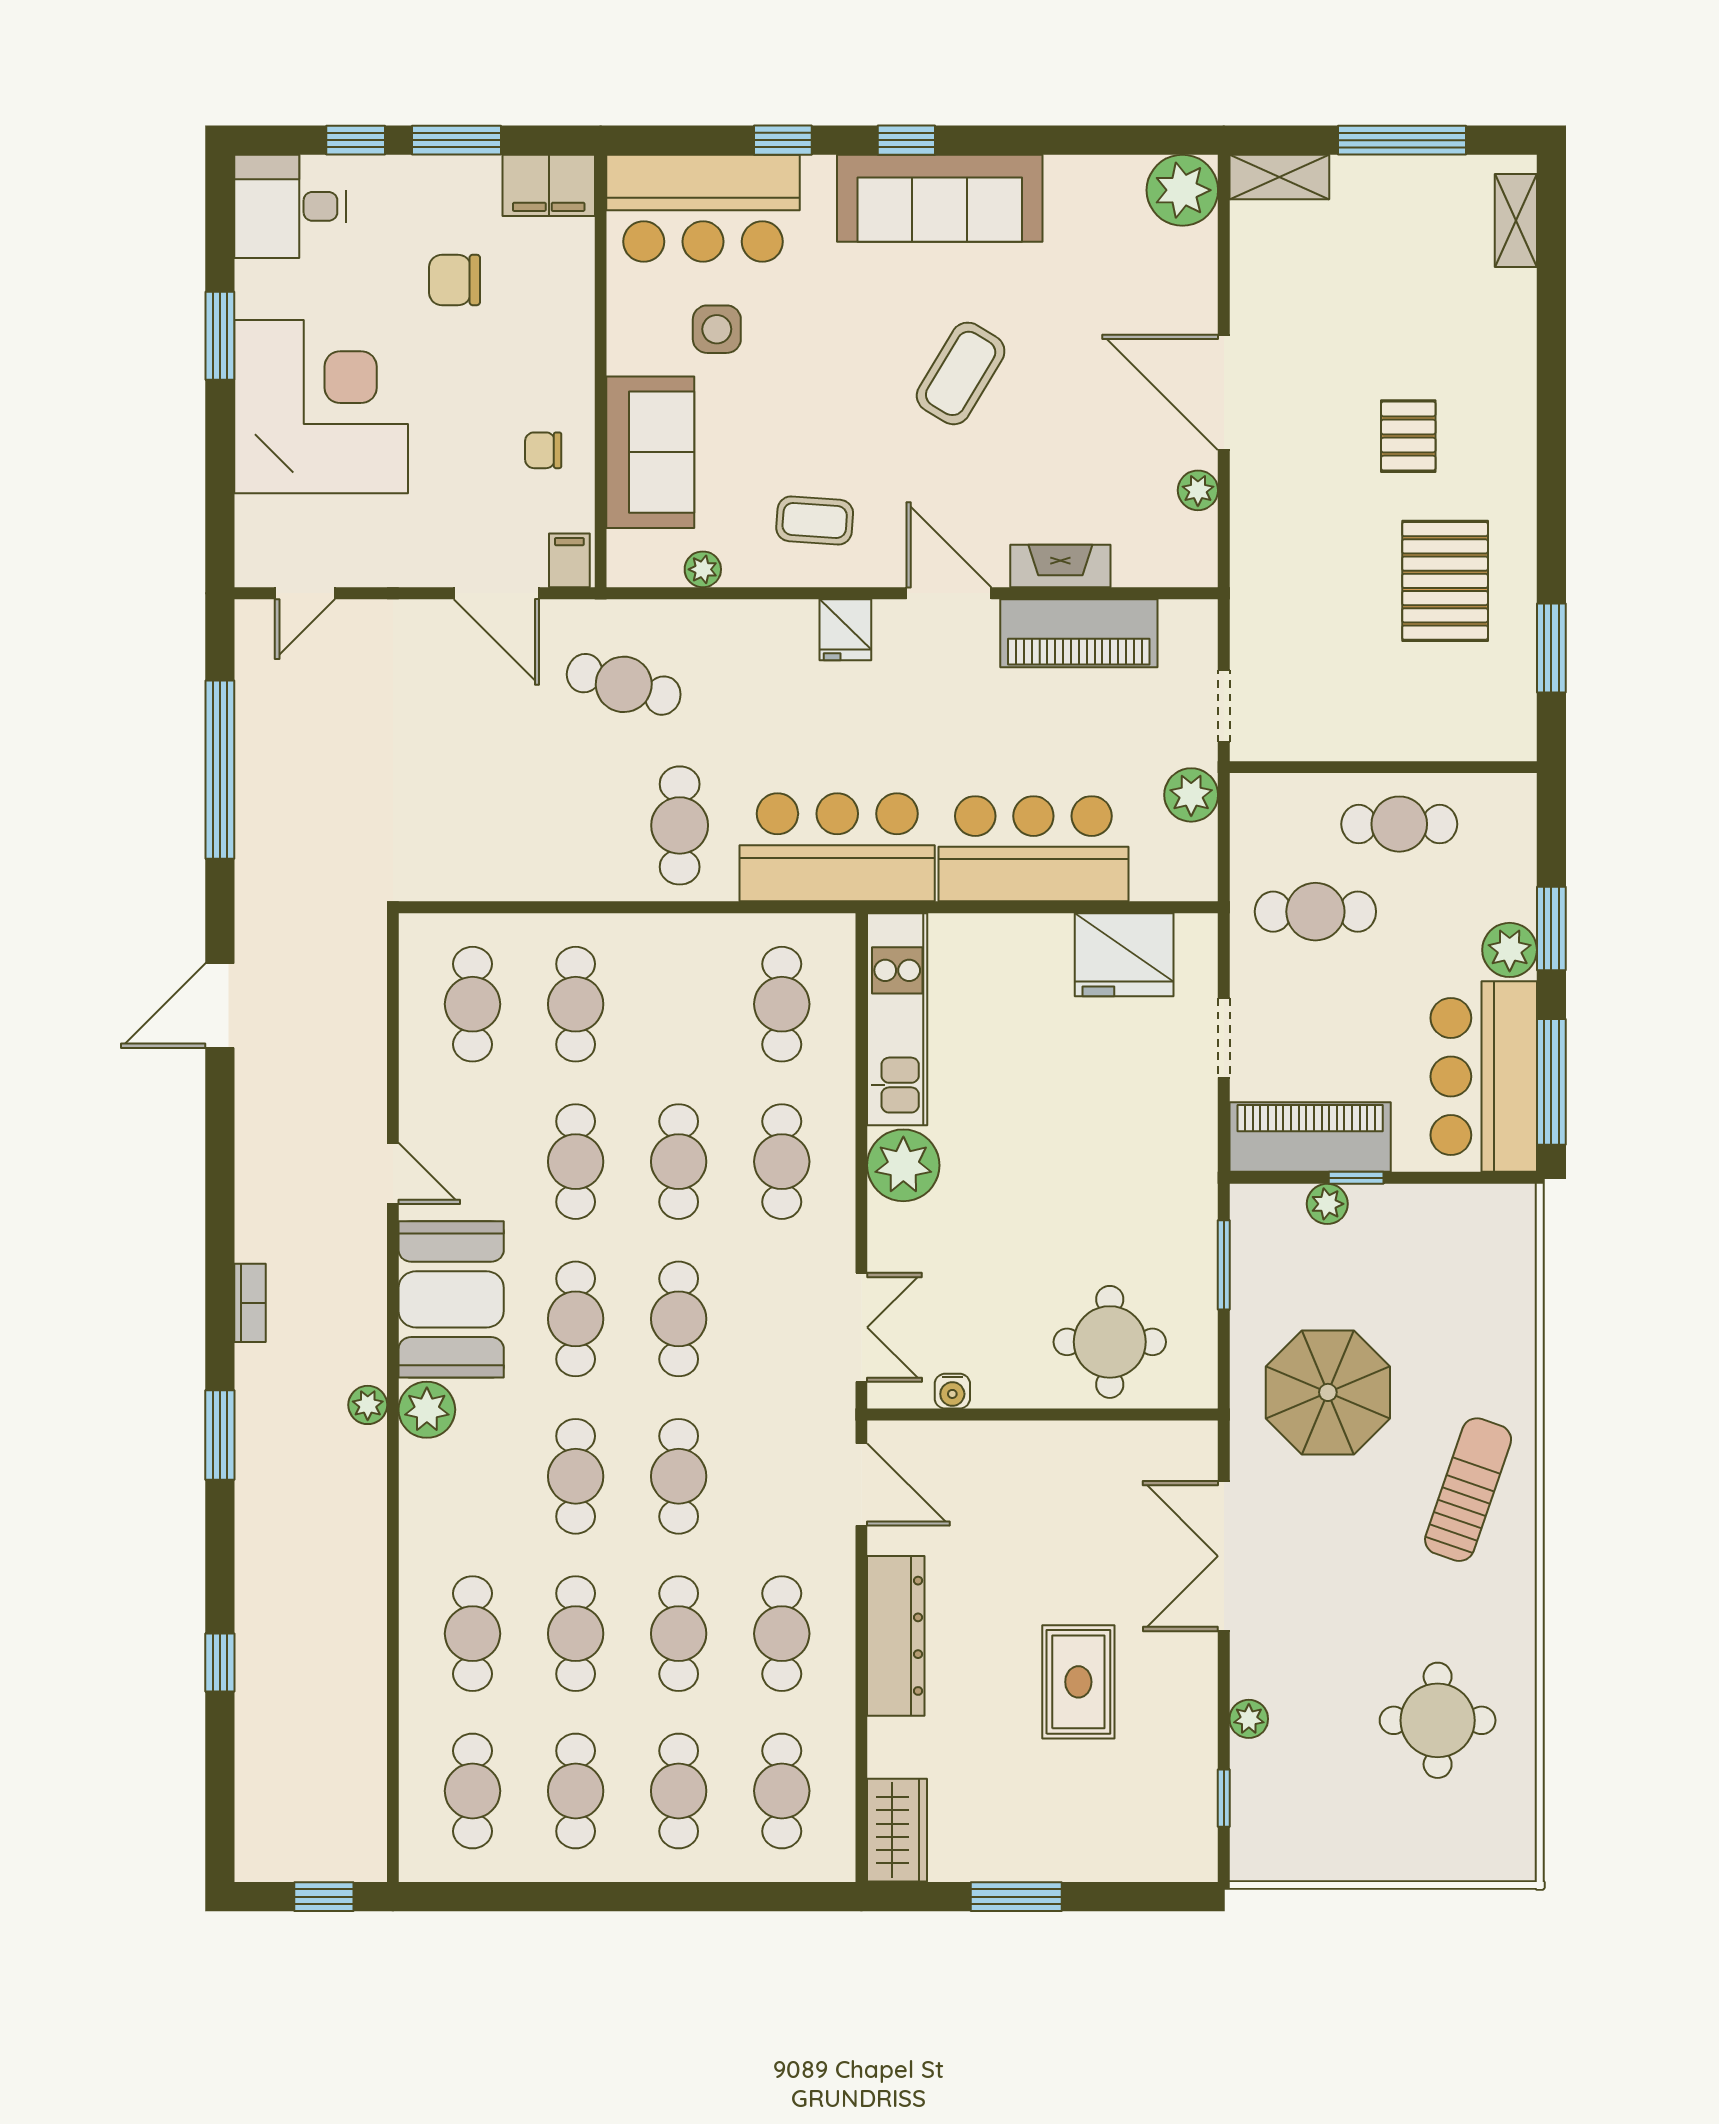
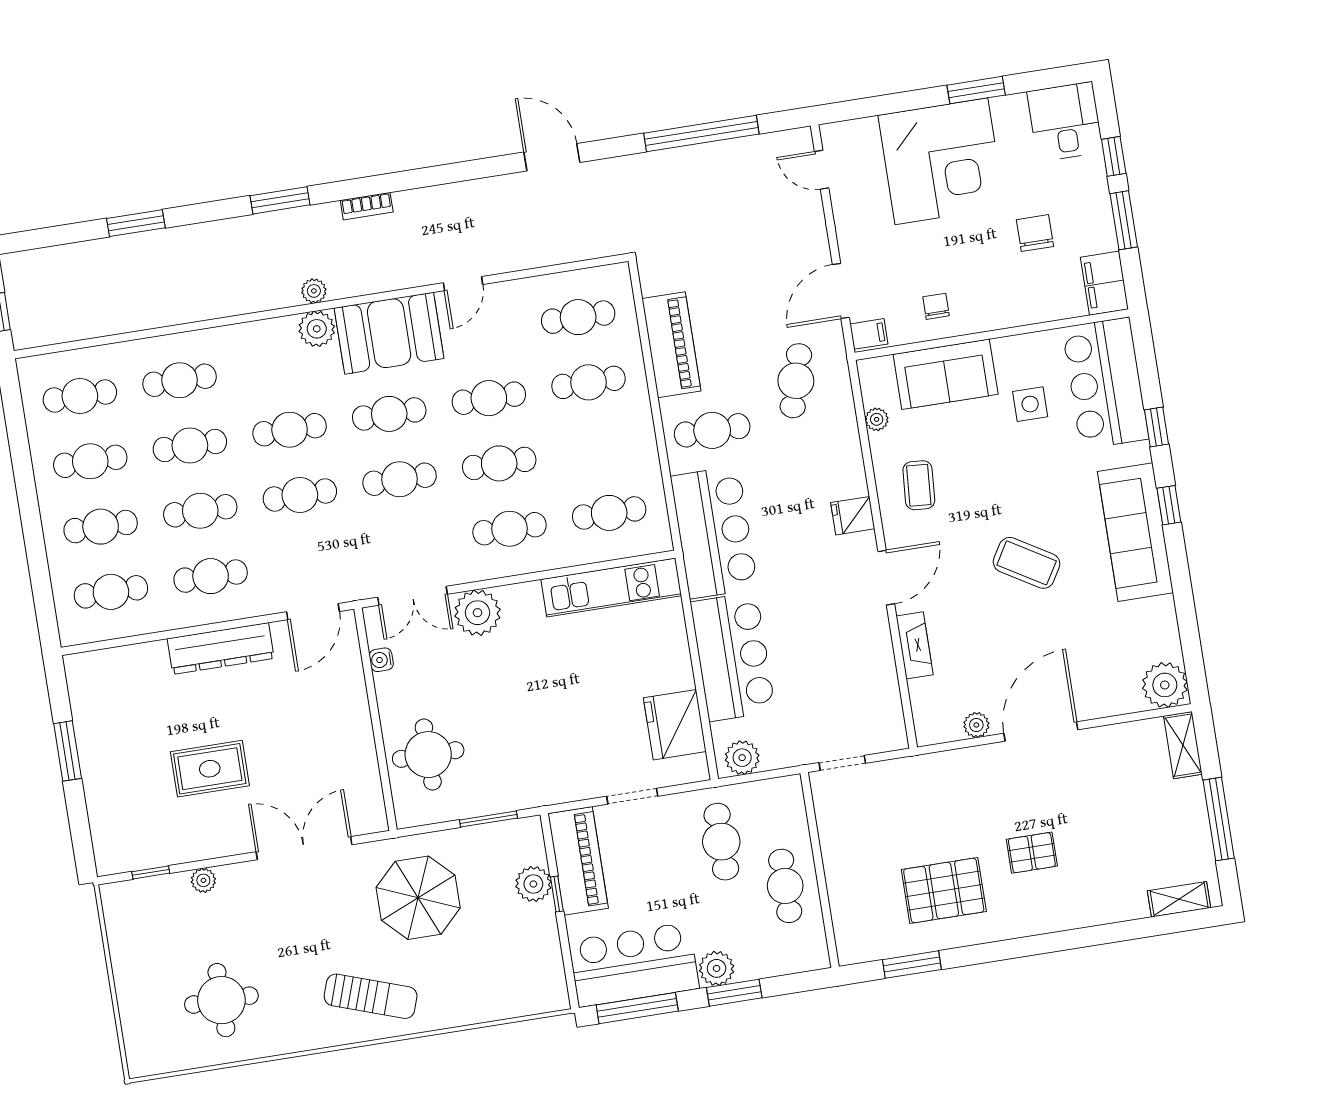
piano: (1079, 633) -> (671, 345), moved, turned 180
plant: (1191, 795) -> (742, 758), moved
plant: (903, 1165) -> (478, 613), moved
plant: (1327, 1204) -> (533, 884), width x1.38, depth x1.38
window: (220, 1663) -> (136, 223), width x1.50
wardrobe: (897, 1830) -> (98, 669), removed

